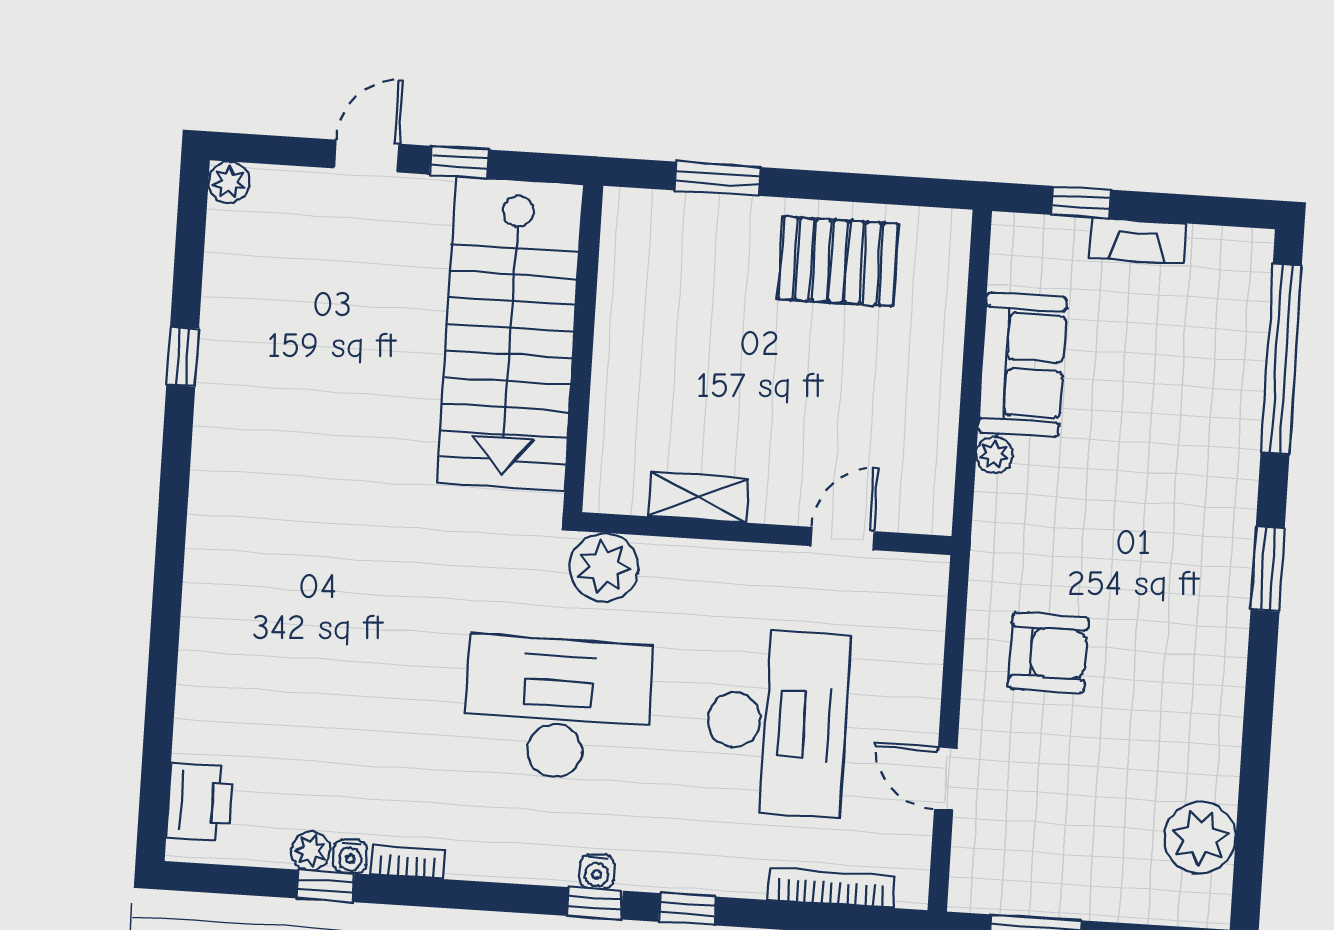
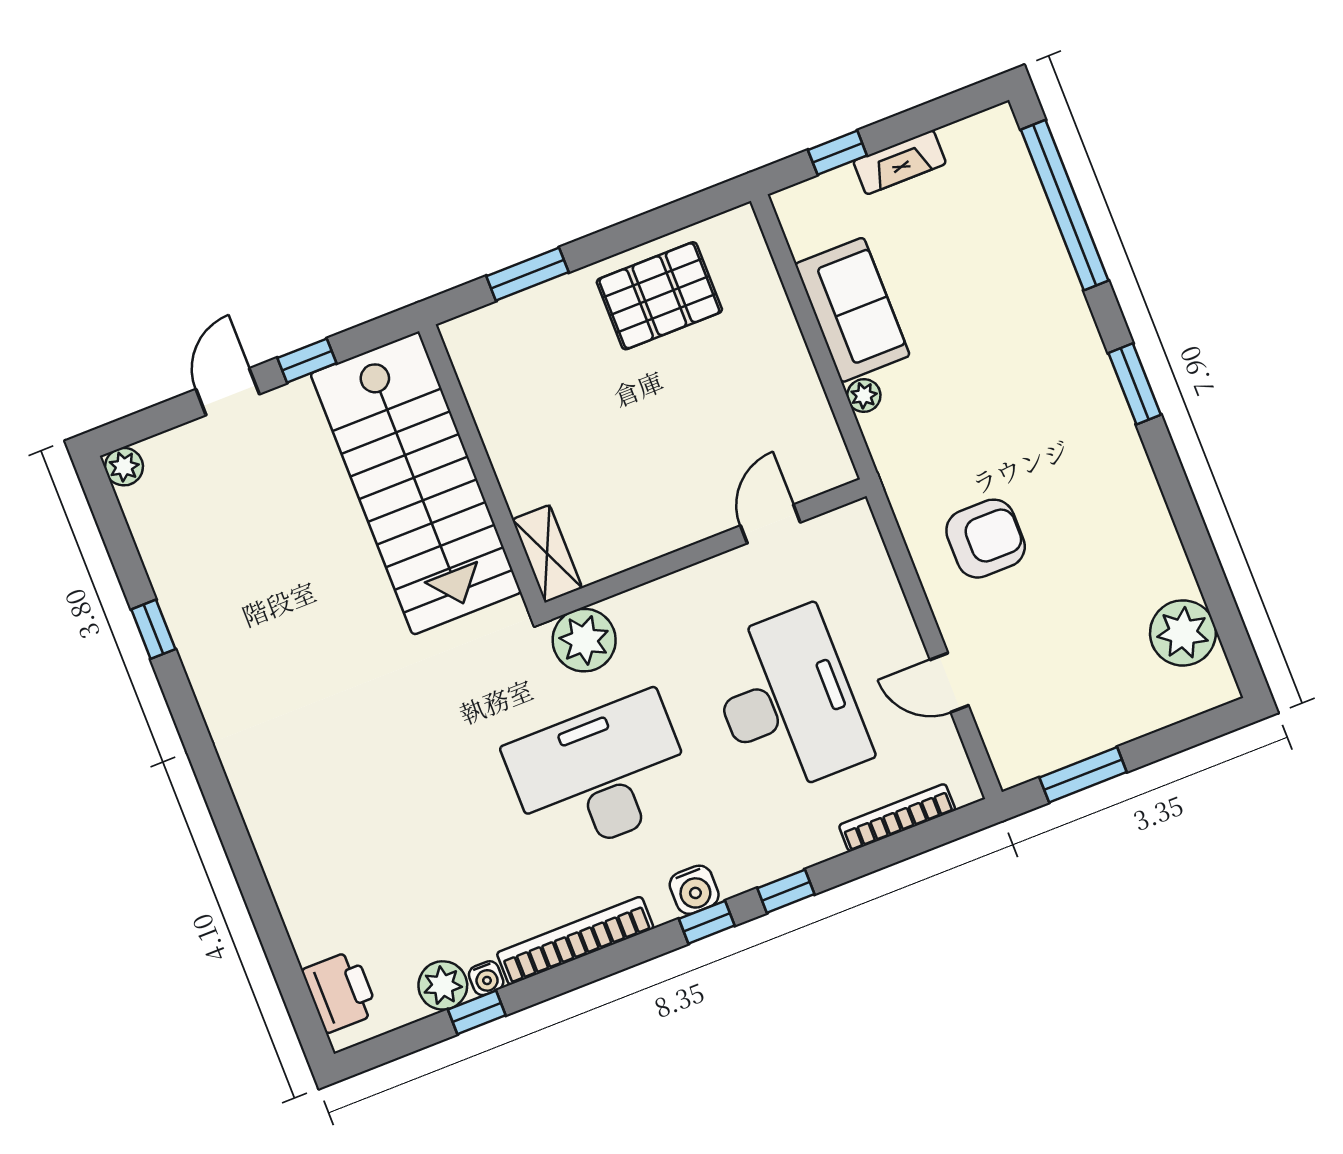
shelving: (698, 497) -> (547, 554), moved, turned 90
plant: (311, 851) -> (443, 985), width x1.38, depth x1.38
bookcase: (407, 862) -> (575, 941), width x2.31, depth x1.31
water cooler: (597, 872) -> (694, 890), width x1.38, depth x1.38

